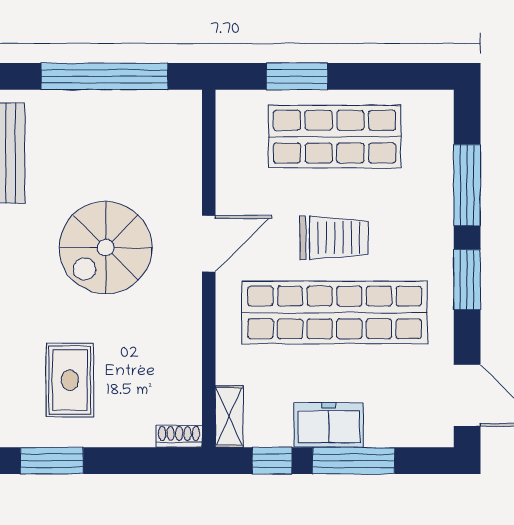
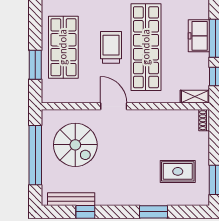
spiral stairs: (106, 248) -> (75, 145), moved
freezer: (329, 425) -> (199, 36), moved

